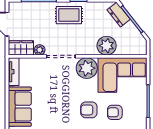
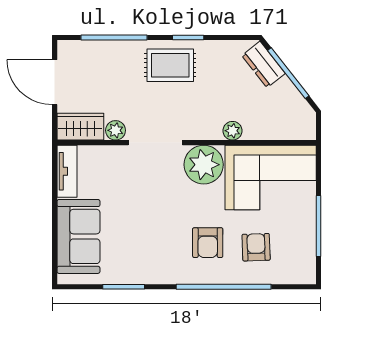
plant: (107, 46) -> (233, 131), width x0.53, depth x0.53
armchair: (89, 110) -> (208, 243), turned -90
armchair: (115, 112) -> (256, 247), turned 88

